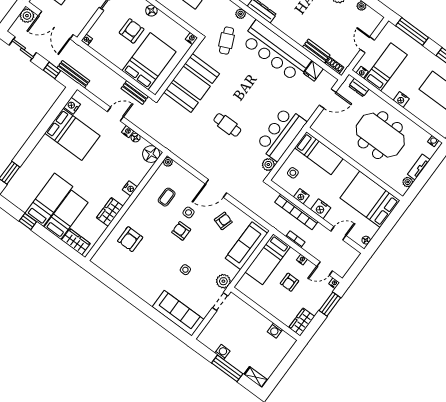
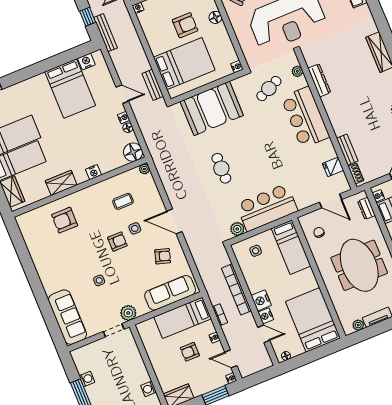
bar counter: (276, 51) -> (305, 117), width x0.73
chair: (333, 129) -> (319, 232), added
nightstand: (301, 196) -> (266, 316), moved
armchair: (181, 231) -> (117, 242), turned 90

